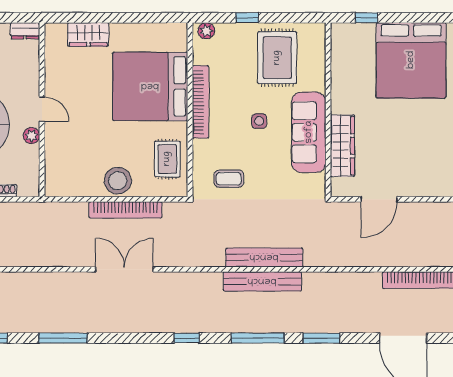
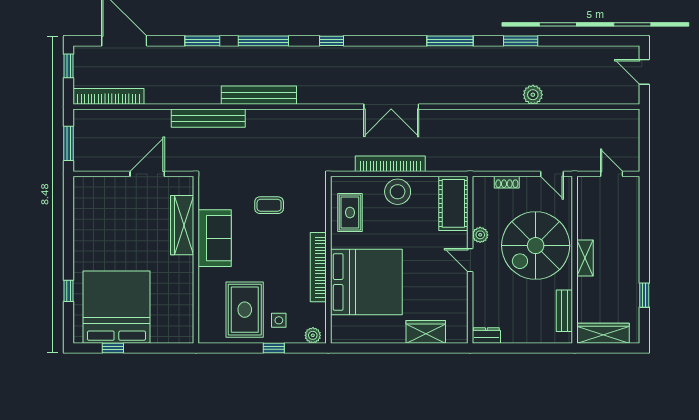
window: (367, 18) -> (113, 348), moved
side table: (259, 121) -> (279, 320), moved
sofa: (309, 132) -> (215, 238), width x0.73
cot: (59, 168) -> (453, 203), added
coffee table: (229, 179) -> (269, 205), moved
bench: (264, 257) -> (208, 118), moved

